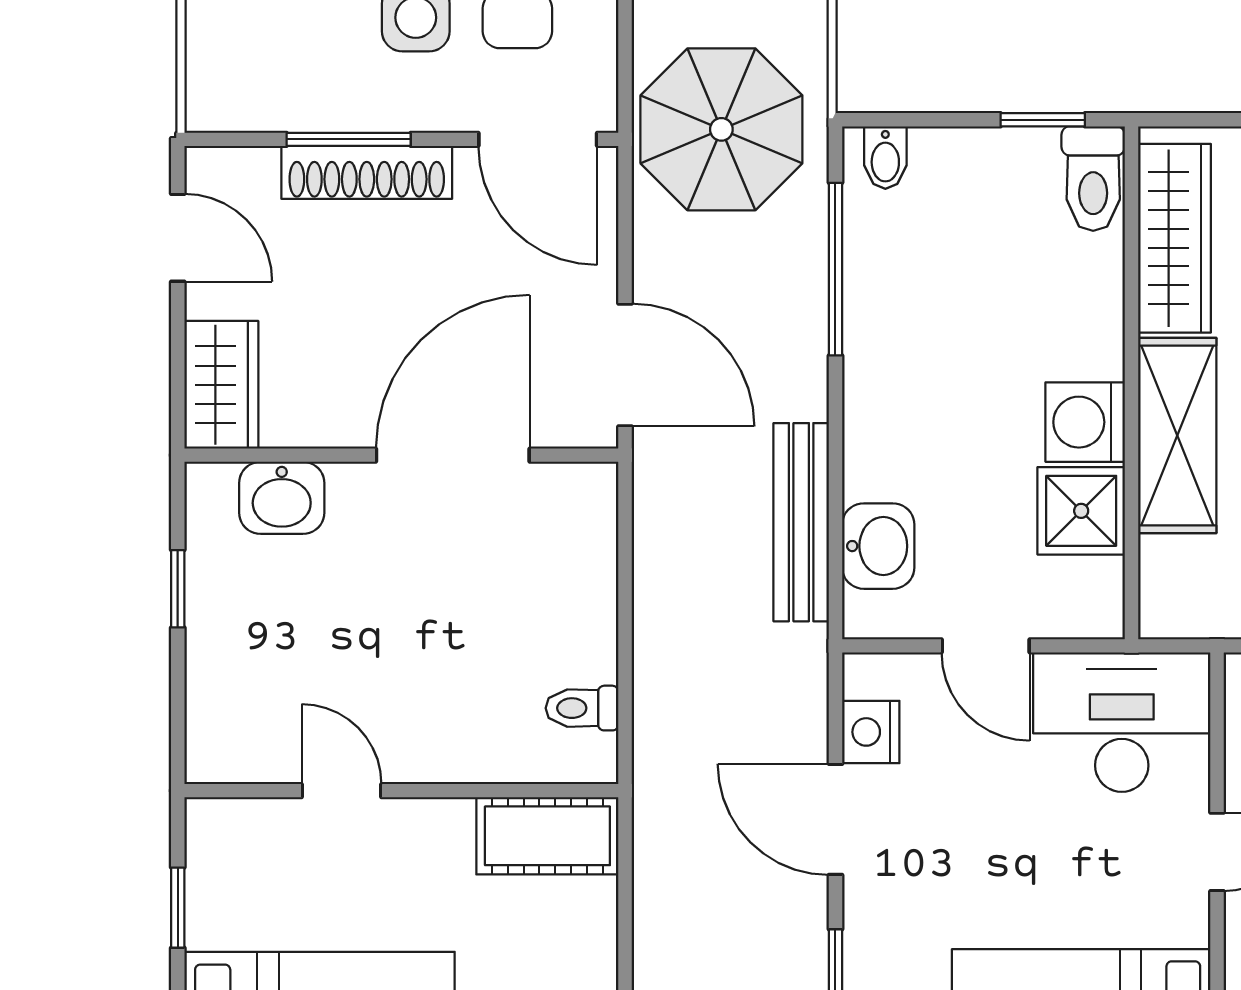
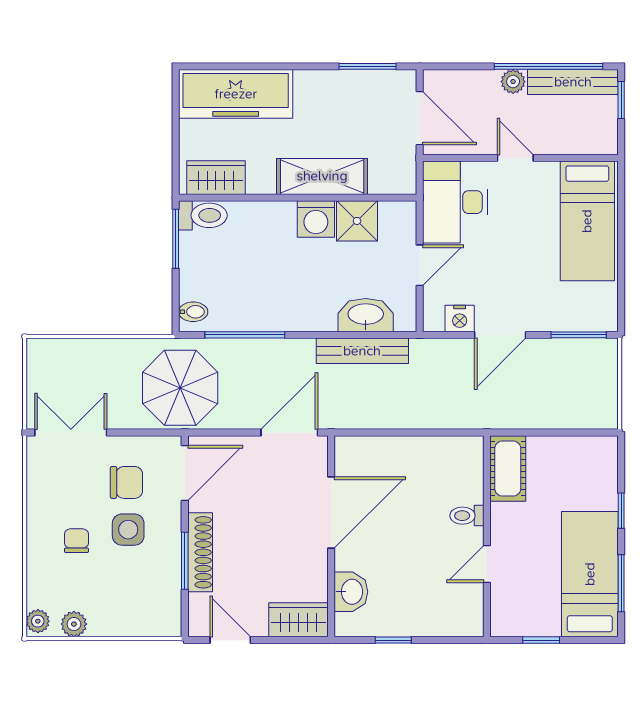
window: (1043, 120) -> (176, 239), width x1.50
door: (178, 238) -> (230, 640), hinge flipped
wardrobe: (1175, 238) -> (216, 178), width x0.67
door: (453, 455) -> (331, 512), swing flipped
washbasin: (878, 546) -> (366, 315), width x1.38
toilet: (582, 708) -> (467, 516), moved, turned 90

